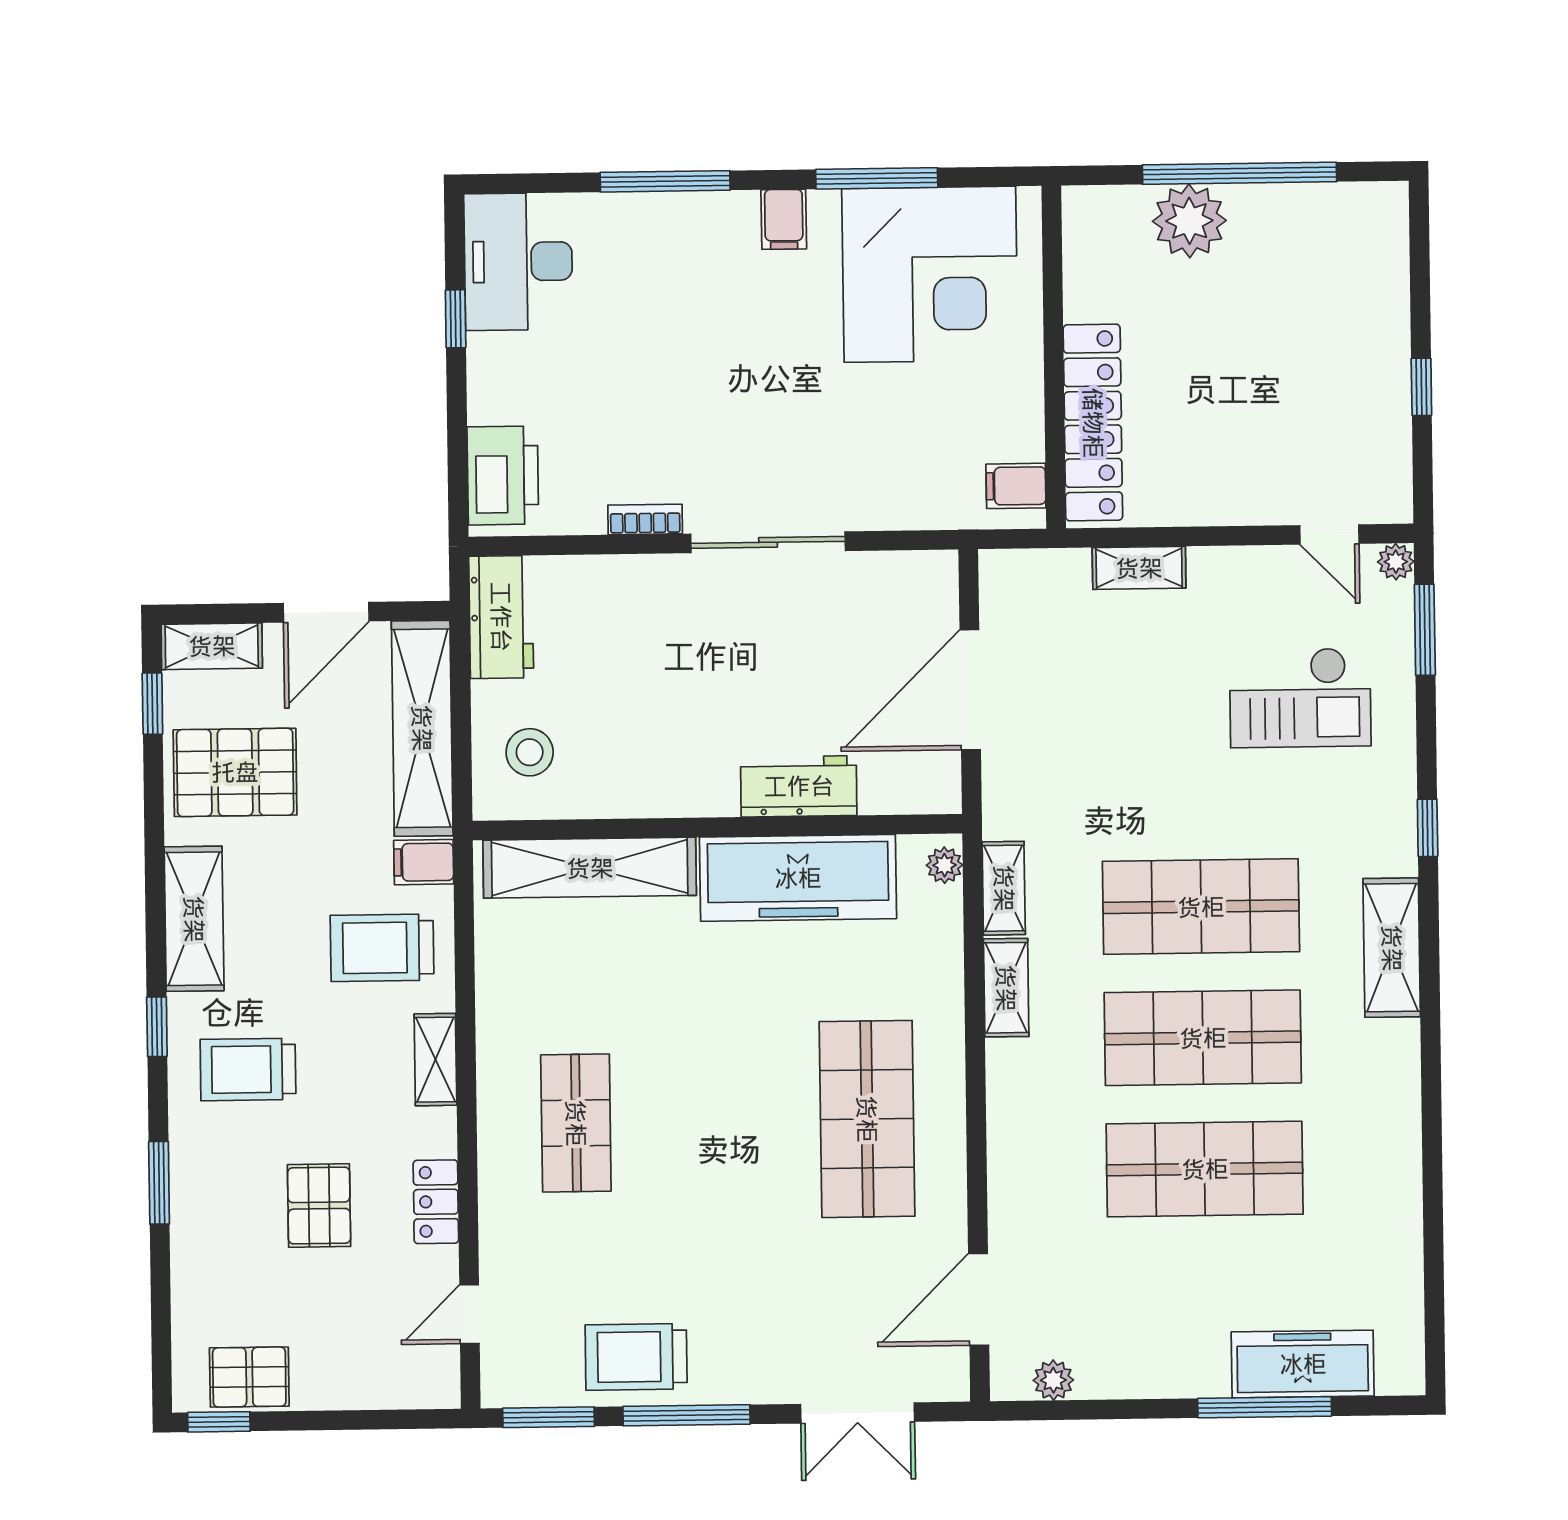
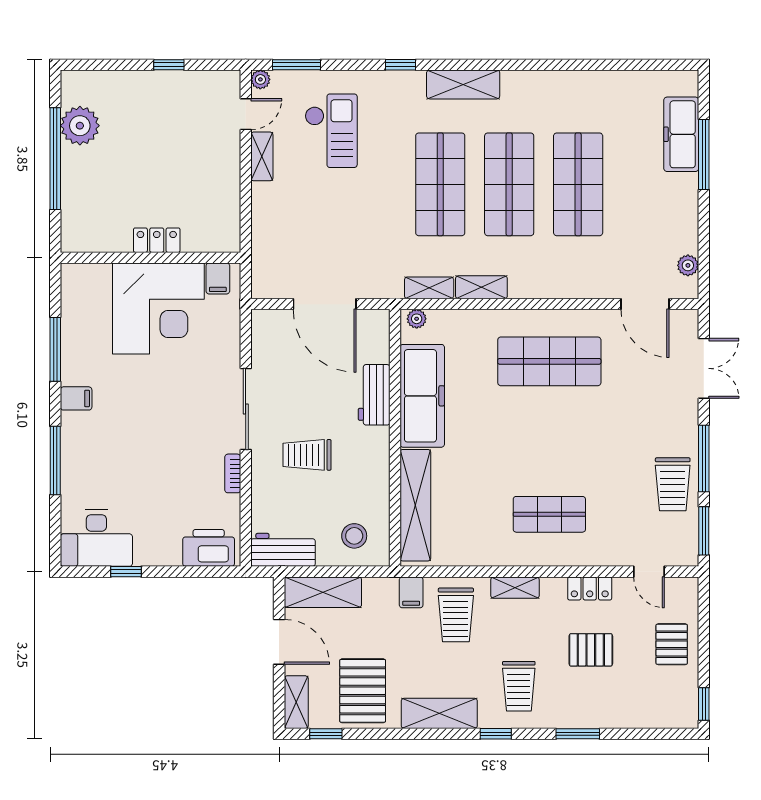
plant: (1189, 221) -> (80, 126), moved
corner desk: (930, 274) -> (158, 308), moved, turned 90
locker: (1093, 423) -> (157, 240), width x0.46, depth x0.83
shelving: (1139, 568) -> (262, 156), moved
trolley: (683, 660) -> (307, 455), added
shelving: (422, 728) -> (323, 592), width x0.68
pallet: (249, 1377) -> (672, 644), moved

